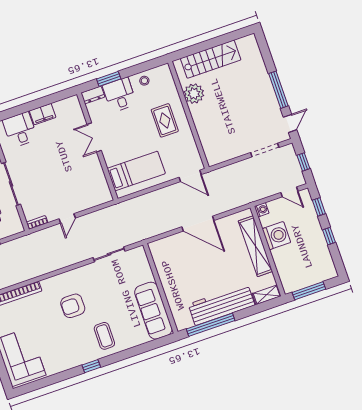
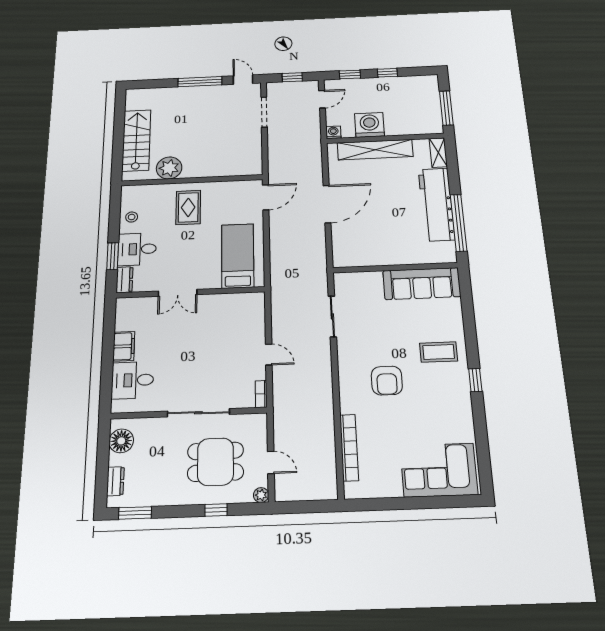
rug: (165, 120) -> (188, 207), turned 90

